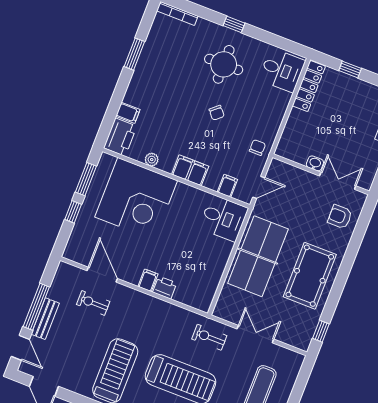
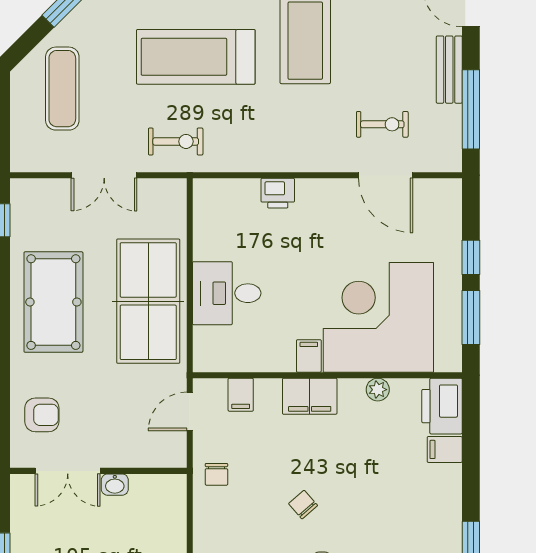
desk: (224, 218) -> (227, 293), moved
filing cabinet: (148, 280) -> (309, 356), moved, turned 180
window: (36, 307) -> (471, 109), moved

